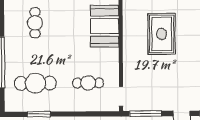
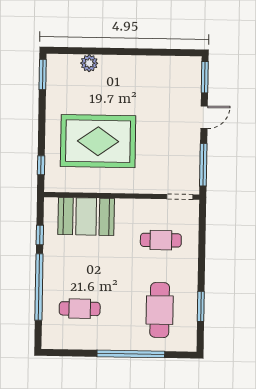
rug: (162, 34) -> (98, 141), width x1.37, depth x1.44
cafe table: (88, 83) -> (161, 240), turned 90

